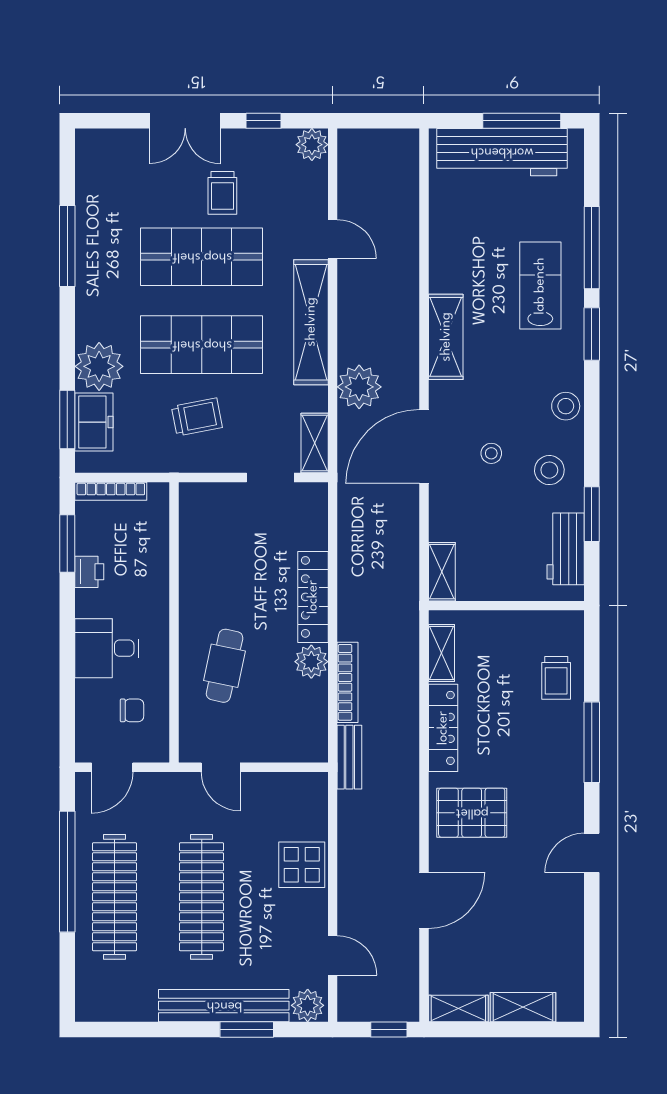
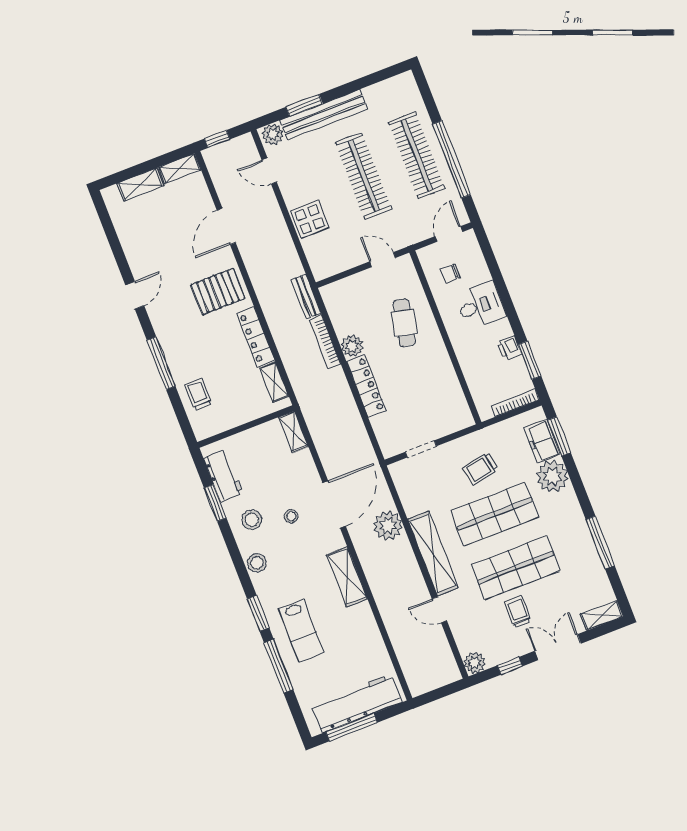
shelving: (315, 443) -> (602, 615), moved, turned 90

